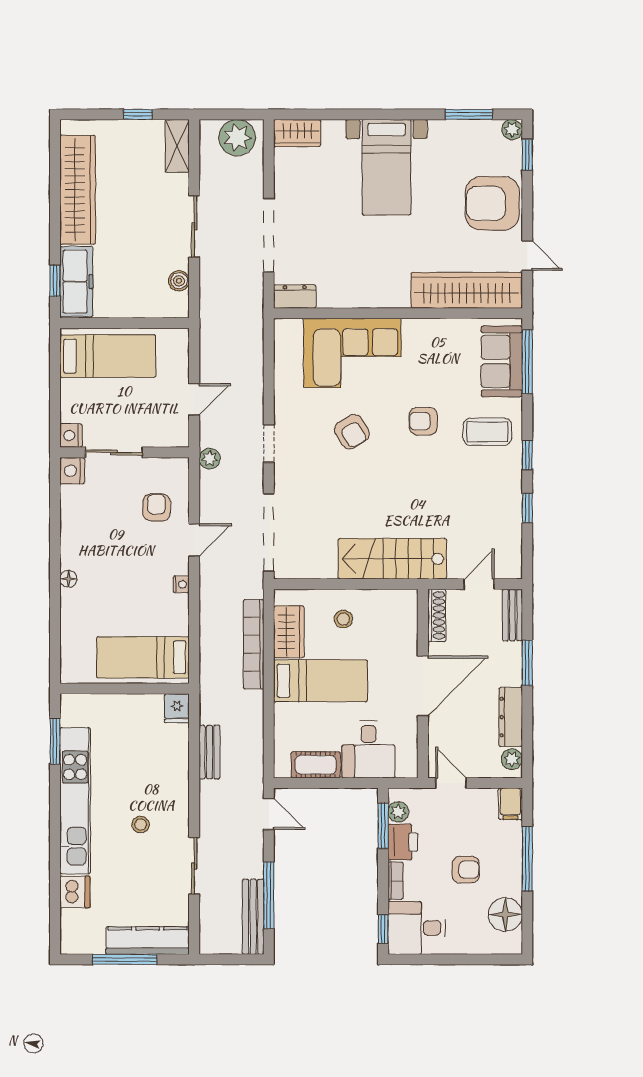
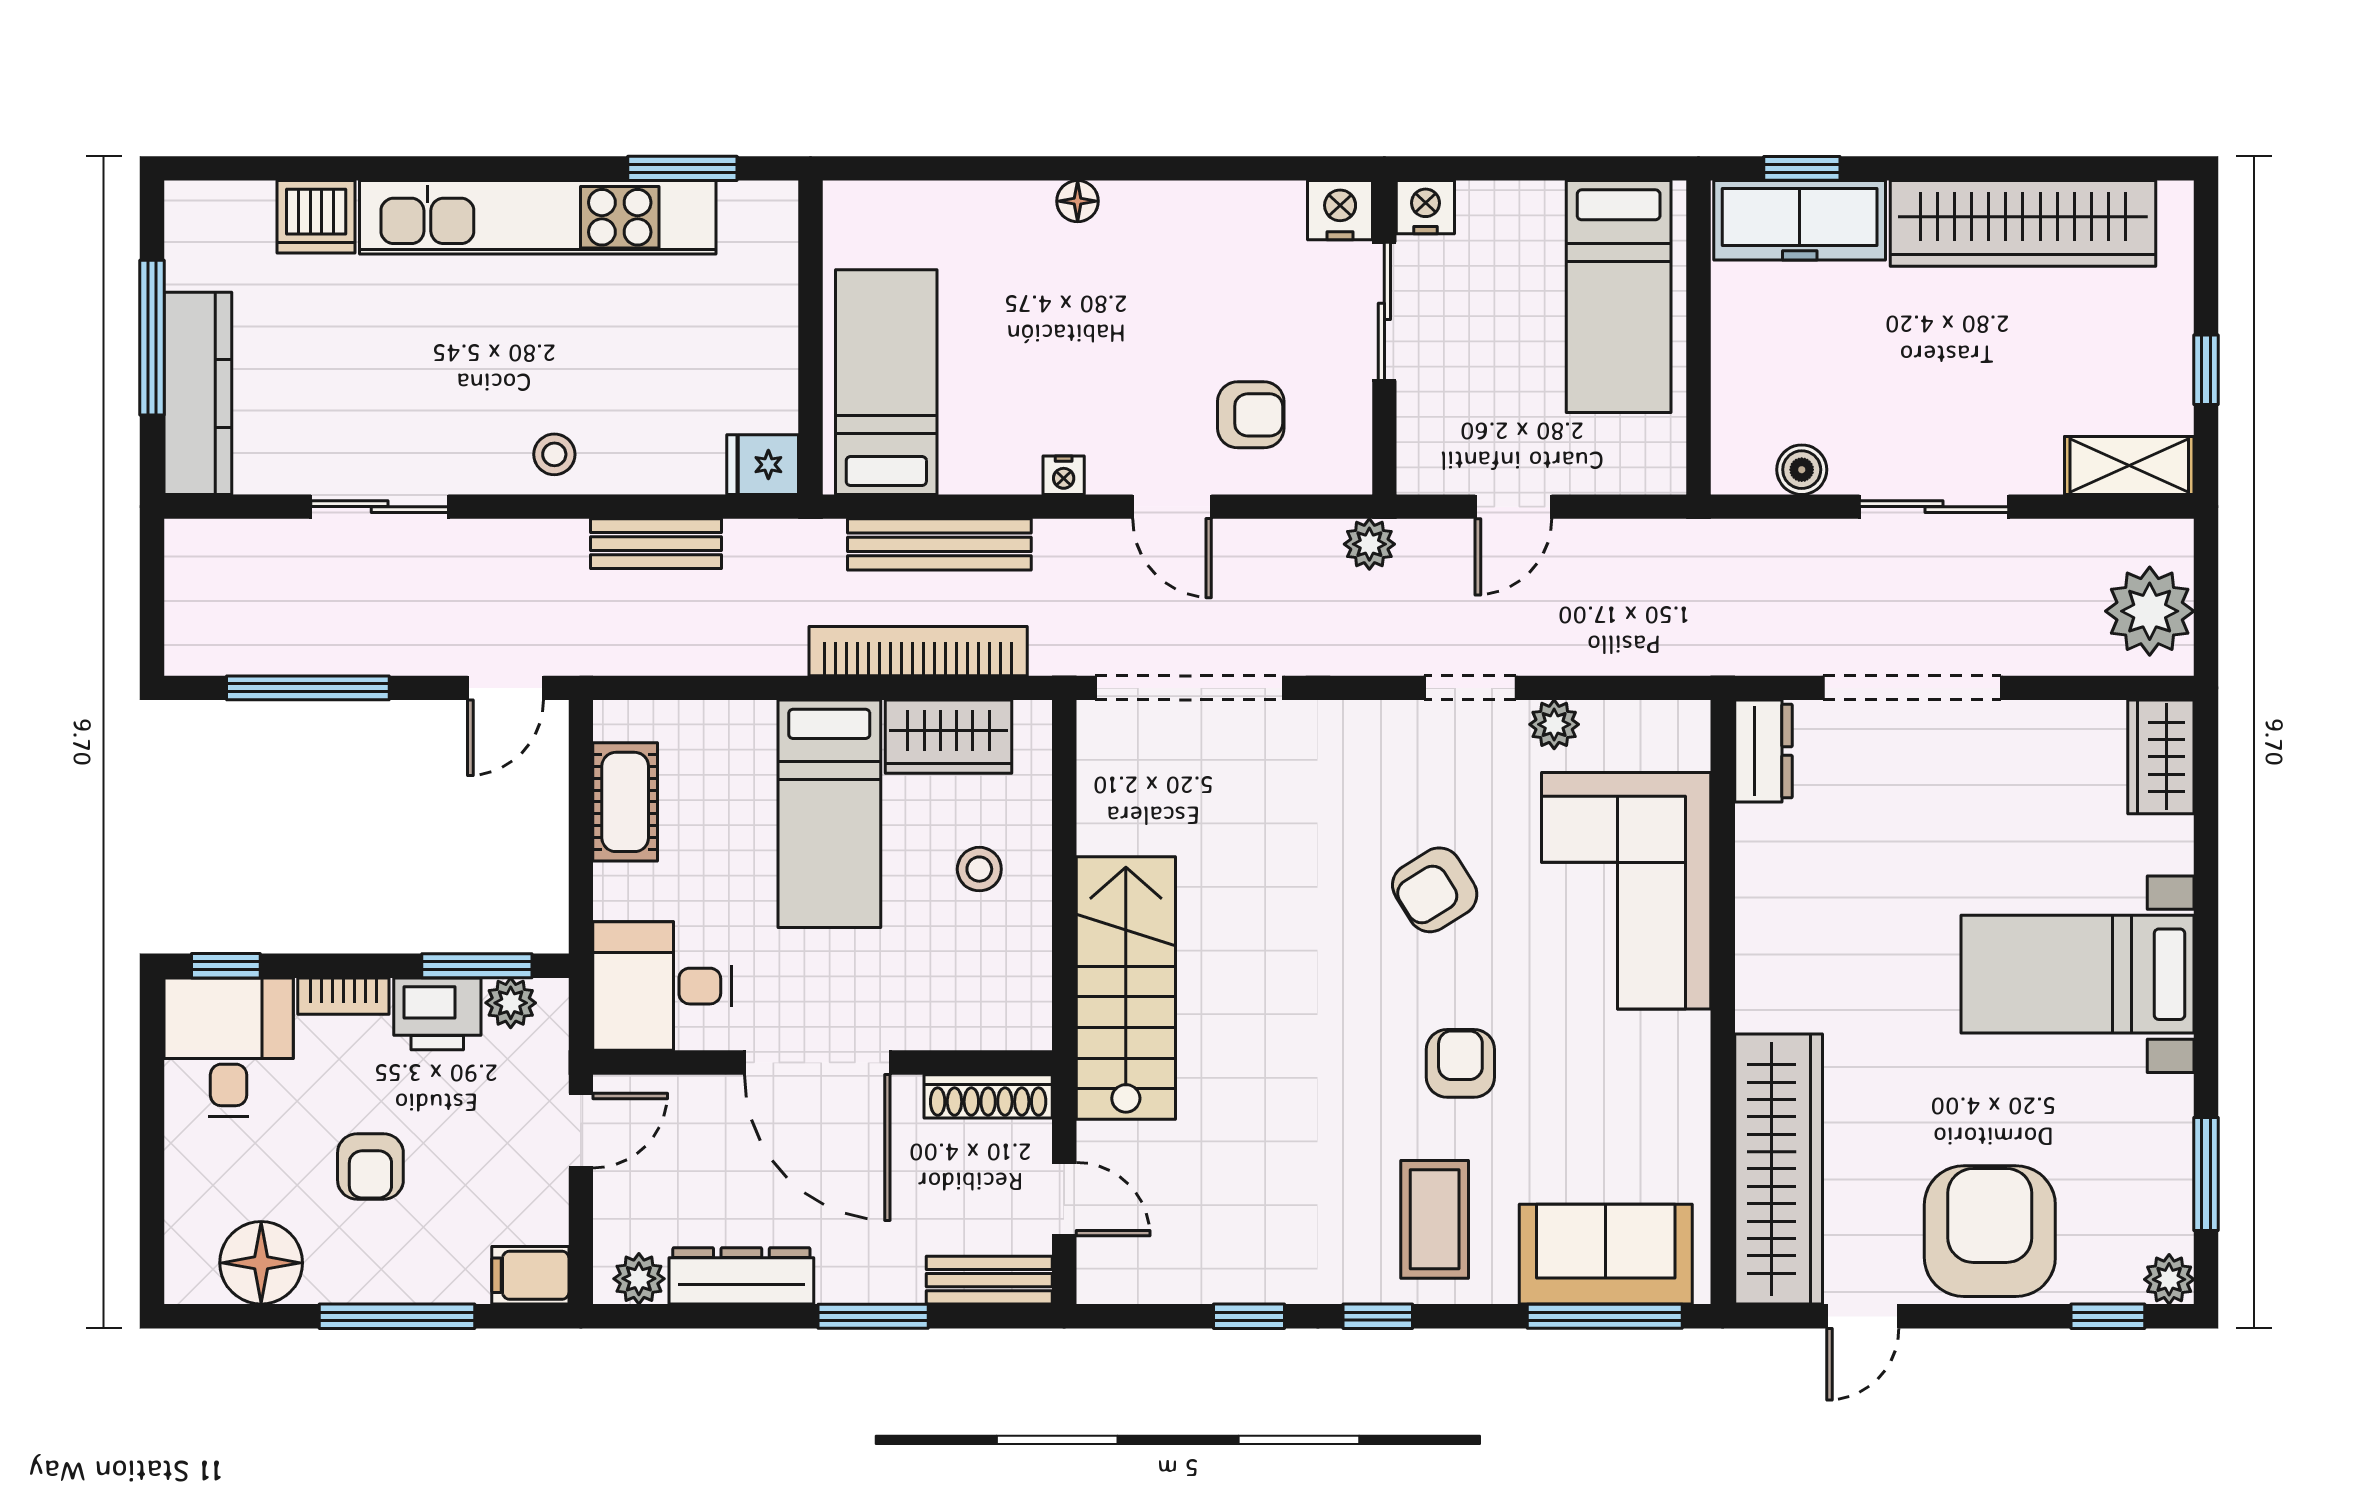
plant: (284, 383) -> (1554, 724), added
door: (194, 399) -> (1513, 507), hinge flipped
doorway: (269, 444) -> (1470, 688), moved
desk: (368, 749) -> (662, 986), moved
stool: (141, 825) -> (554, 454), moved
bench: (253, 917) -> (939, 544), moved

